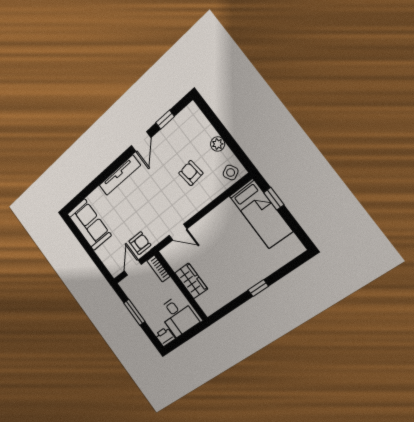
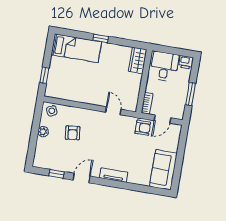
tv unit: (120, 175) -> (114, 175), width x0.71
bed: (261, 214) -> (76, 48), moved, turned 90
armchair: (140, 243) -> (143, 128), turned 180
wardrobe: (191, 281) -> (138, 60), moved

